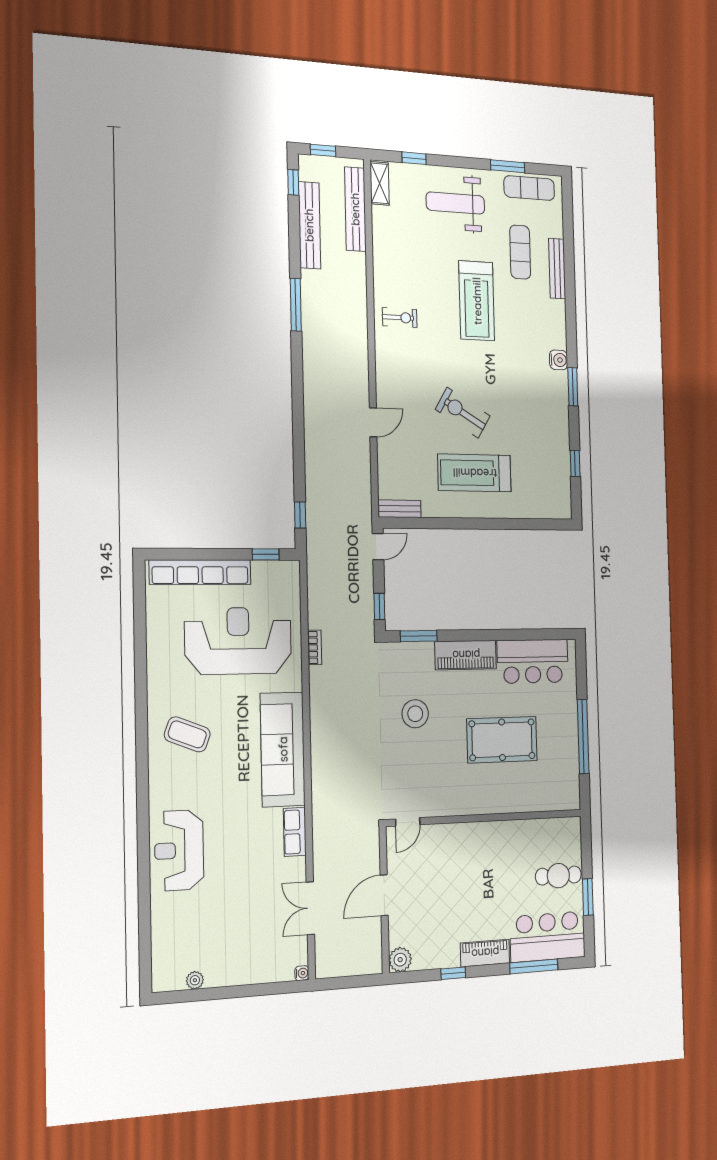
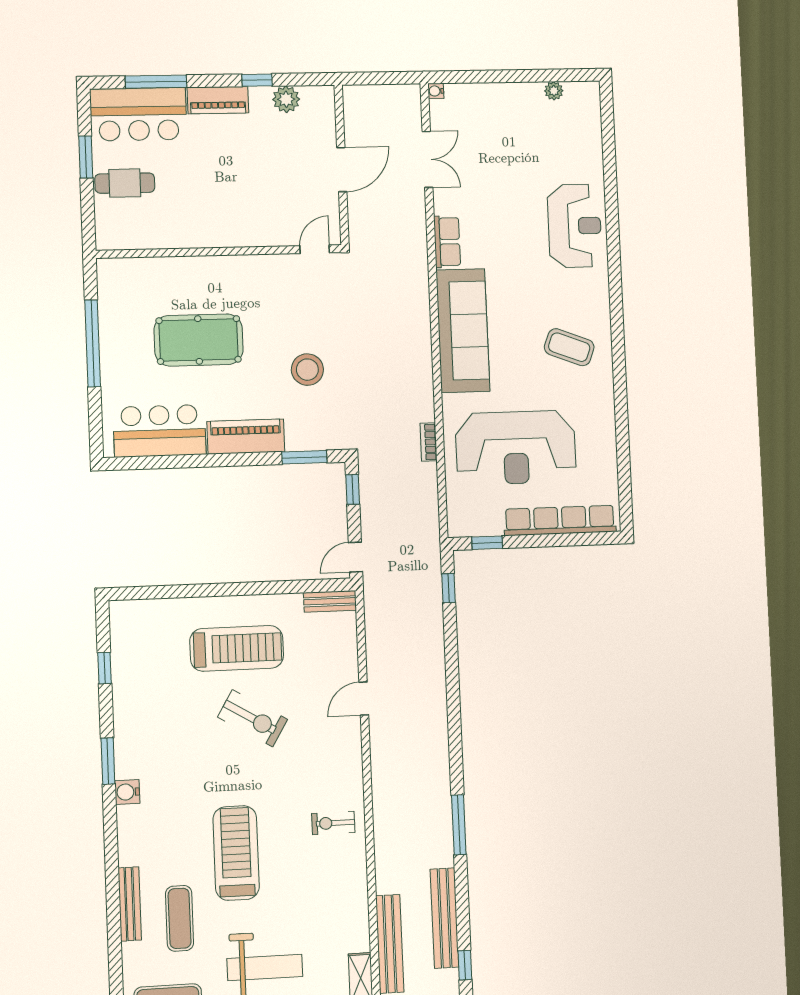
plant: (400, 960) -> (286, 99), moved

